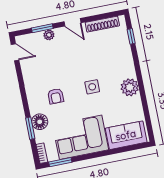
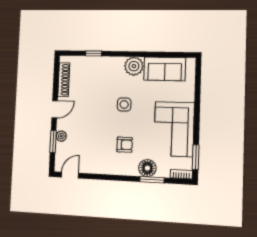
window: (131, 36) -> (94, 53), moved
sofa: (126, 135) -> (165, 69), moved, turned -90

